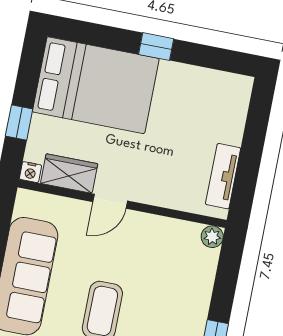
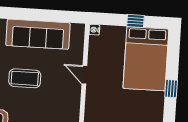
window: (19, 123) -> (135, 21), moved
wardrobe: (69, 174) -> (96, 51), removed

